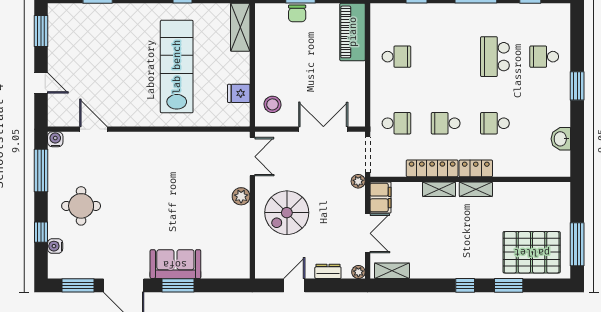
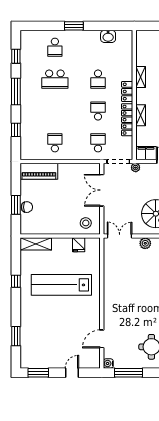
school desk: (446, 123) -> (98, 111), turned 180
shelving: (476, 189) -> (141, 77), moved

